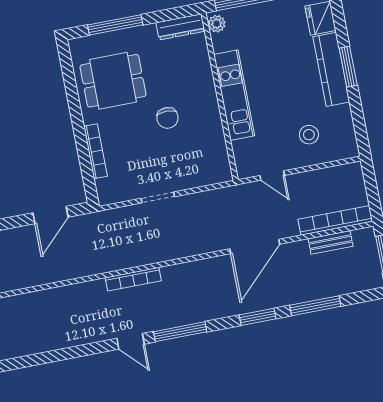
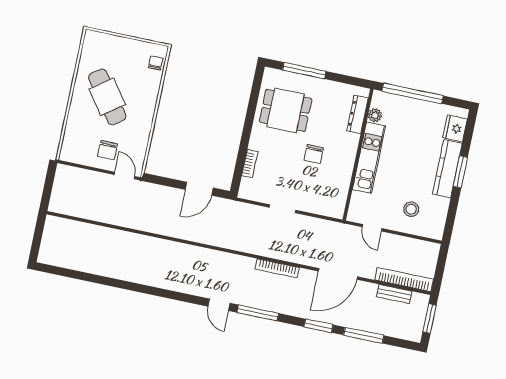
plant: (217, 24) -> (375, 115), moved
dresser: (180, 27) -> (357, 114), moved, turned 90
bookcase: (95, 151) -> (250, 164), width x0.64
bookcase: (133, 279) -> (277, 268), moved

